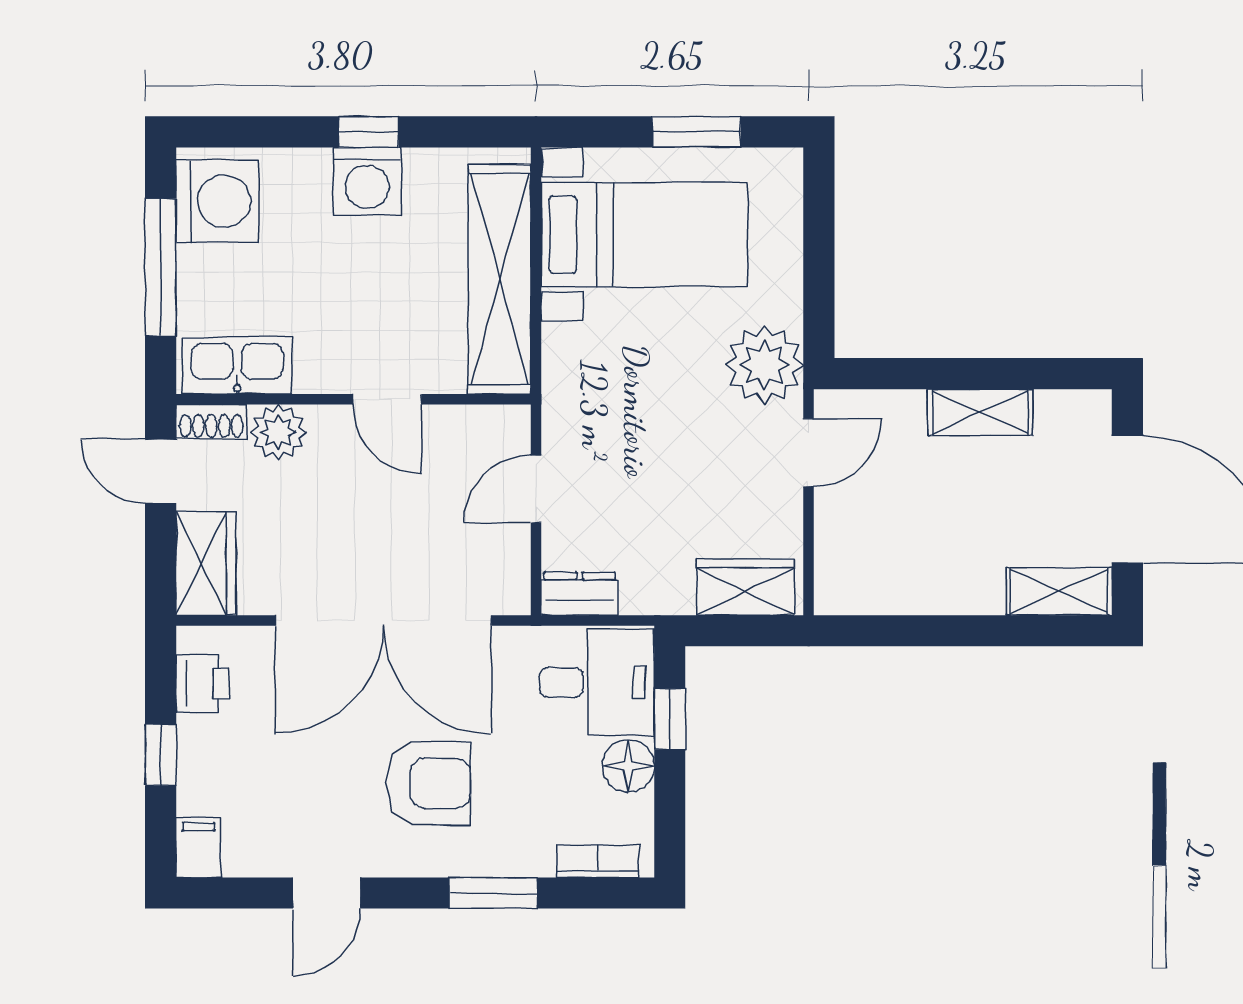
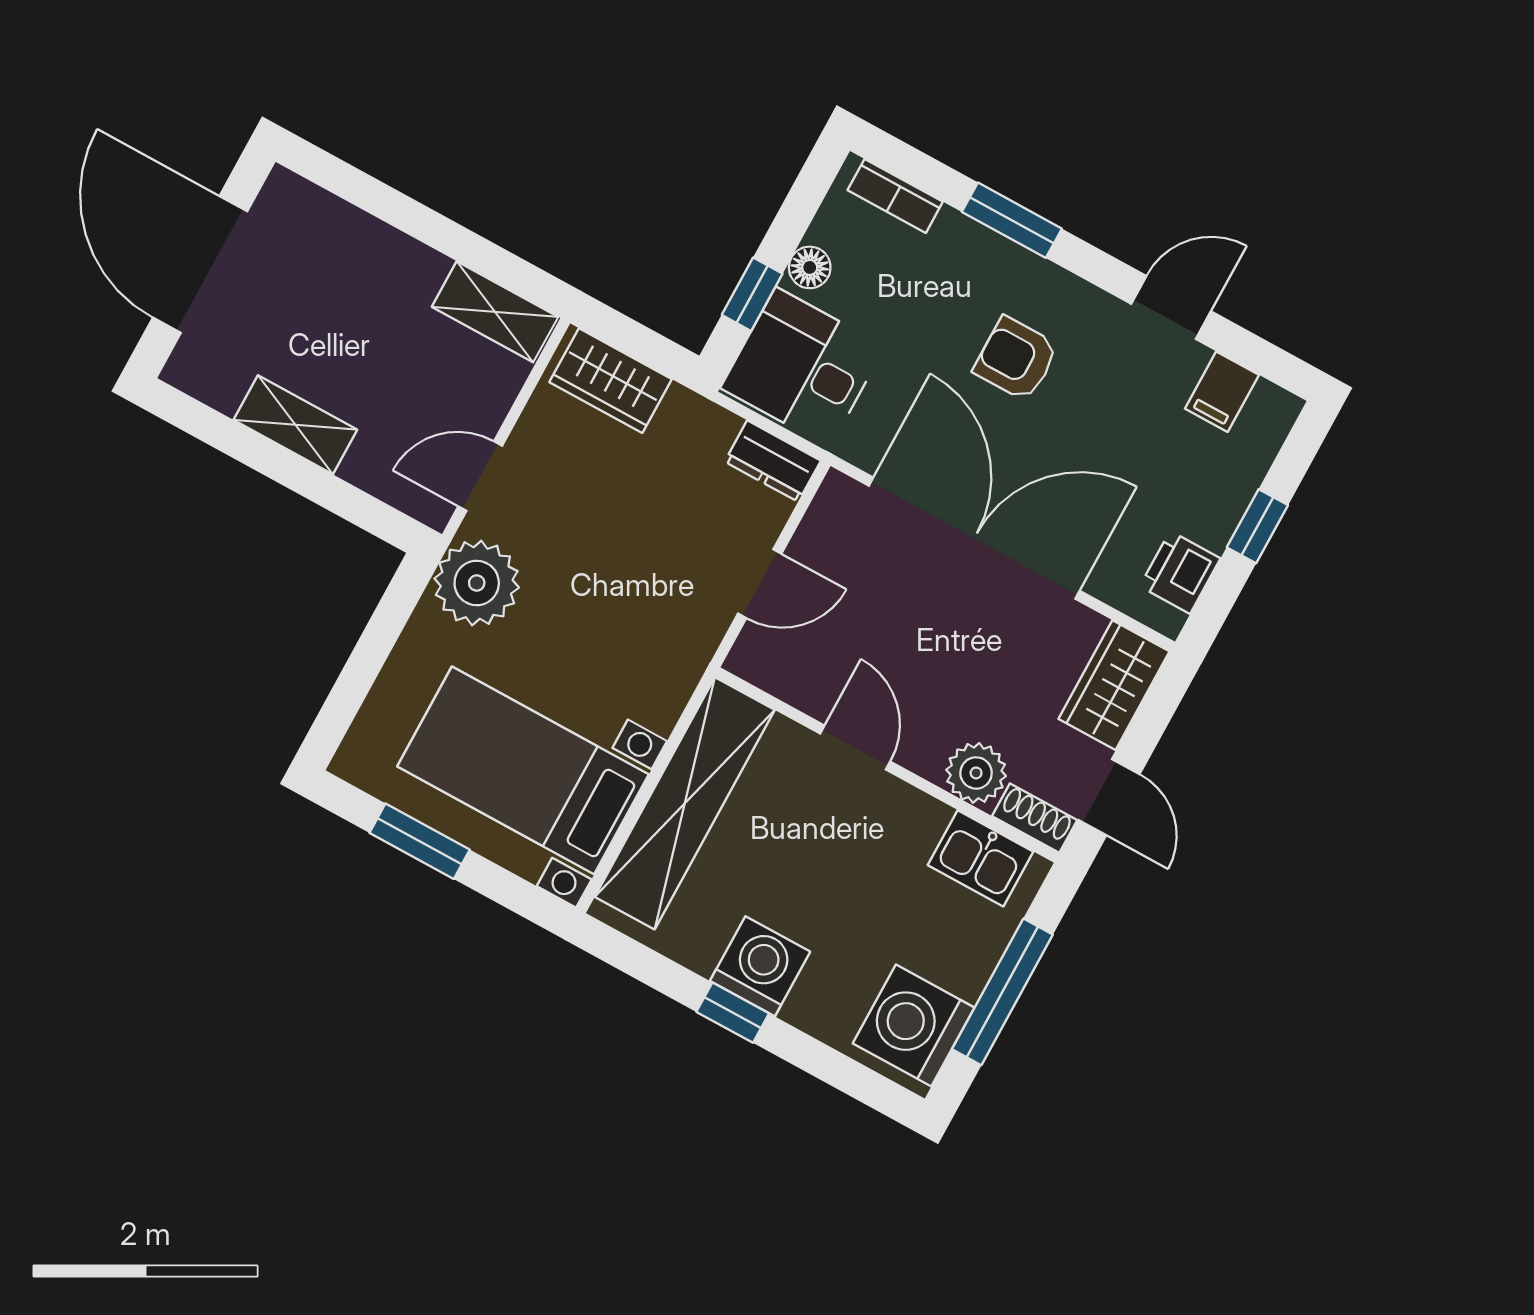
kitchen sink: (237, 365) -> (981, 858), width x0.73
shelving: (1059, 591) -> (495, 312), moved
floor lamp: (628, 766) -> (810, 267), width x0.73, depth x0.73
armchair: (429, 783) -> (1016, 359), width x0.72, depth x0.72
filing cabinet: (198, 848) -> (1222, 392), moved

